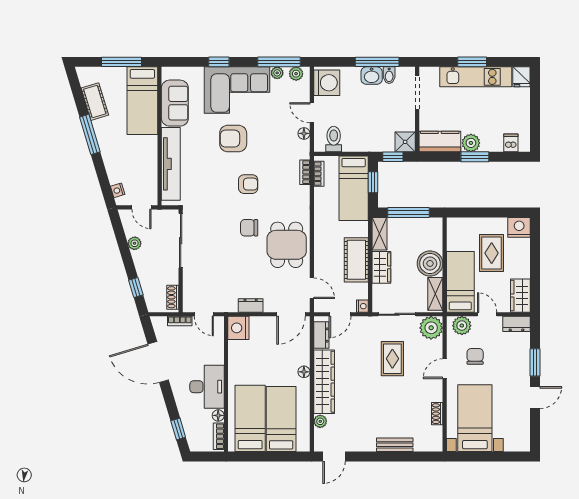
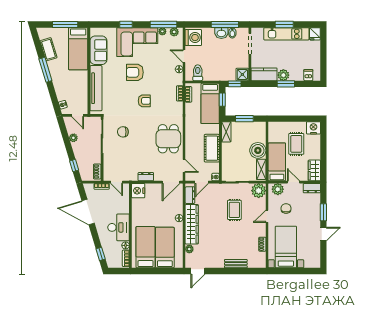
window: (408, 213) -> (244, 119), width x0.69
chair: (249, 228) -> (123, 132), moved
wardrobe: (381, 267) -> (227, 153), removed

